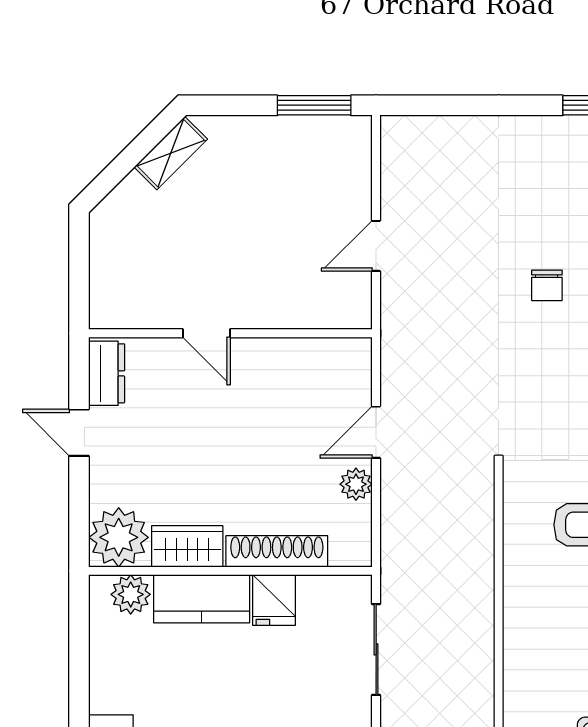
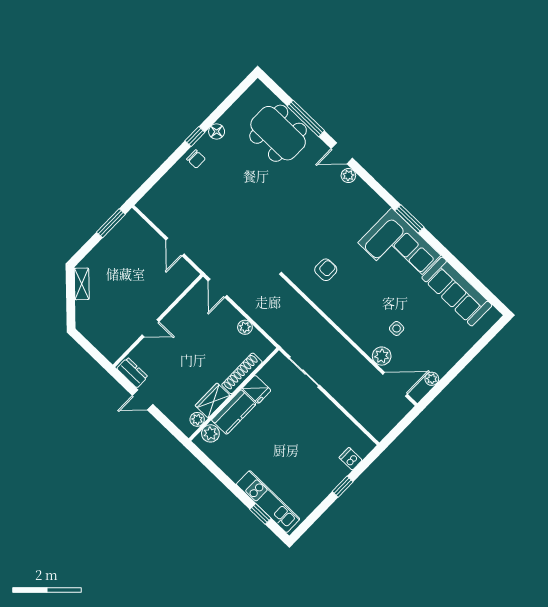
chair: (547, 285) -> (196, 159), moved
door: (376, 432) -> (217, 288), moved
plant: (119, 537) -> (197, 419), width x0.53, depth x0.53

